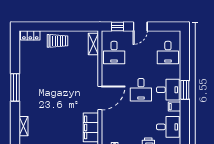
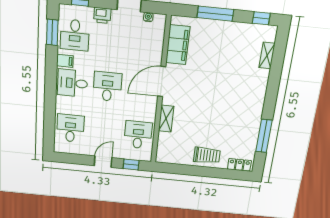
trolley: (57, 41) -> (207, 155), turned 180
shelving: (93, 44) -> (166, 119), moved
window: (15, 87) -> (264, 136), moved
window: (185, 90) -> (52, 32), moved
desk: (168, 127) -> (75, 35), turned -90

